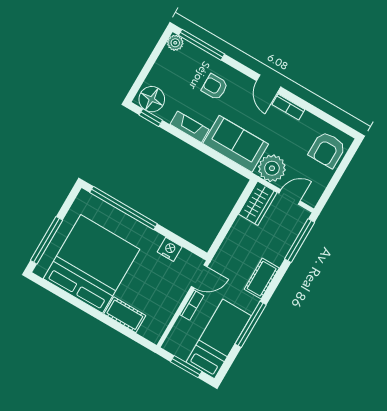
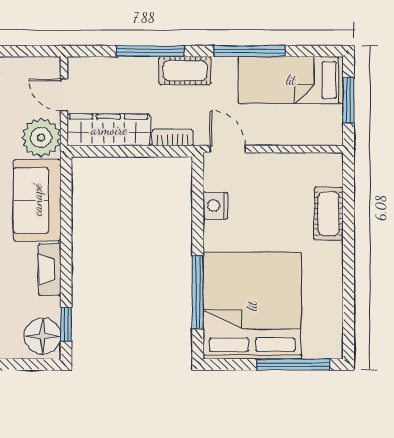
wardrobe: (258, 203) -> (109, 130), width x1.50
window: (124, 208) -> (198, 292), width x0.68
window: (300, 241) -> (150, 51), moved
bed: (92, 264) -> (252, 306), moved, turned 90
bookcase: (192, 305) -> (173, 138), moved

